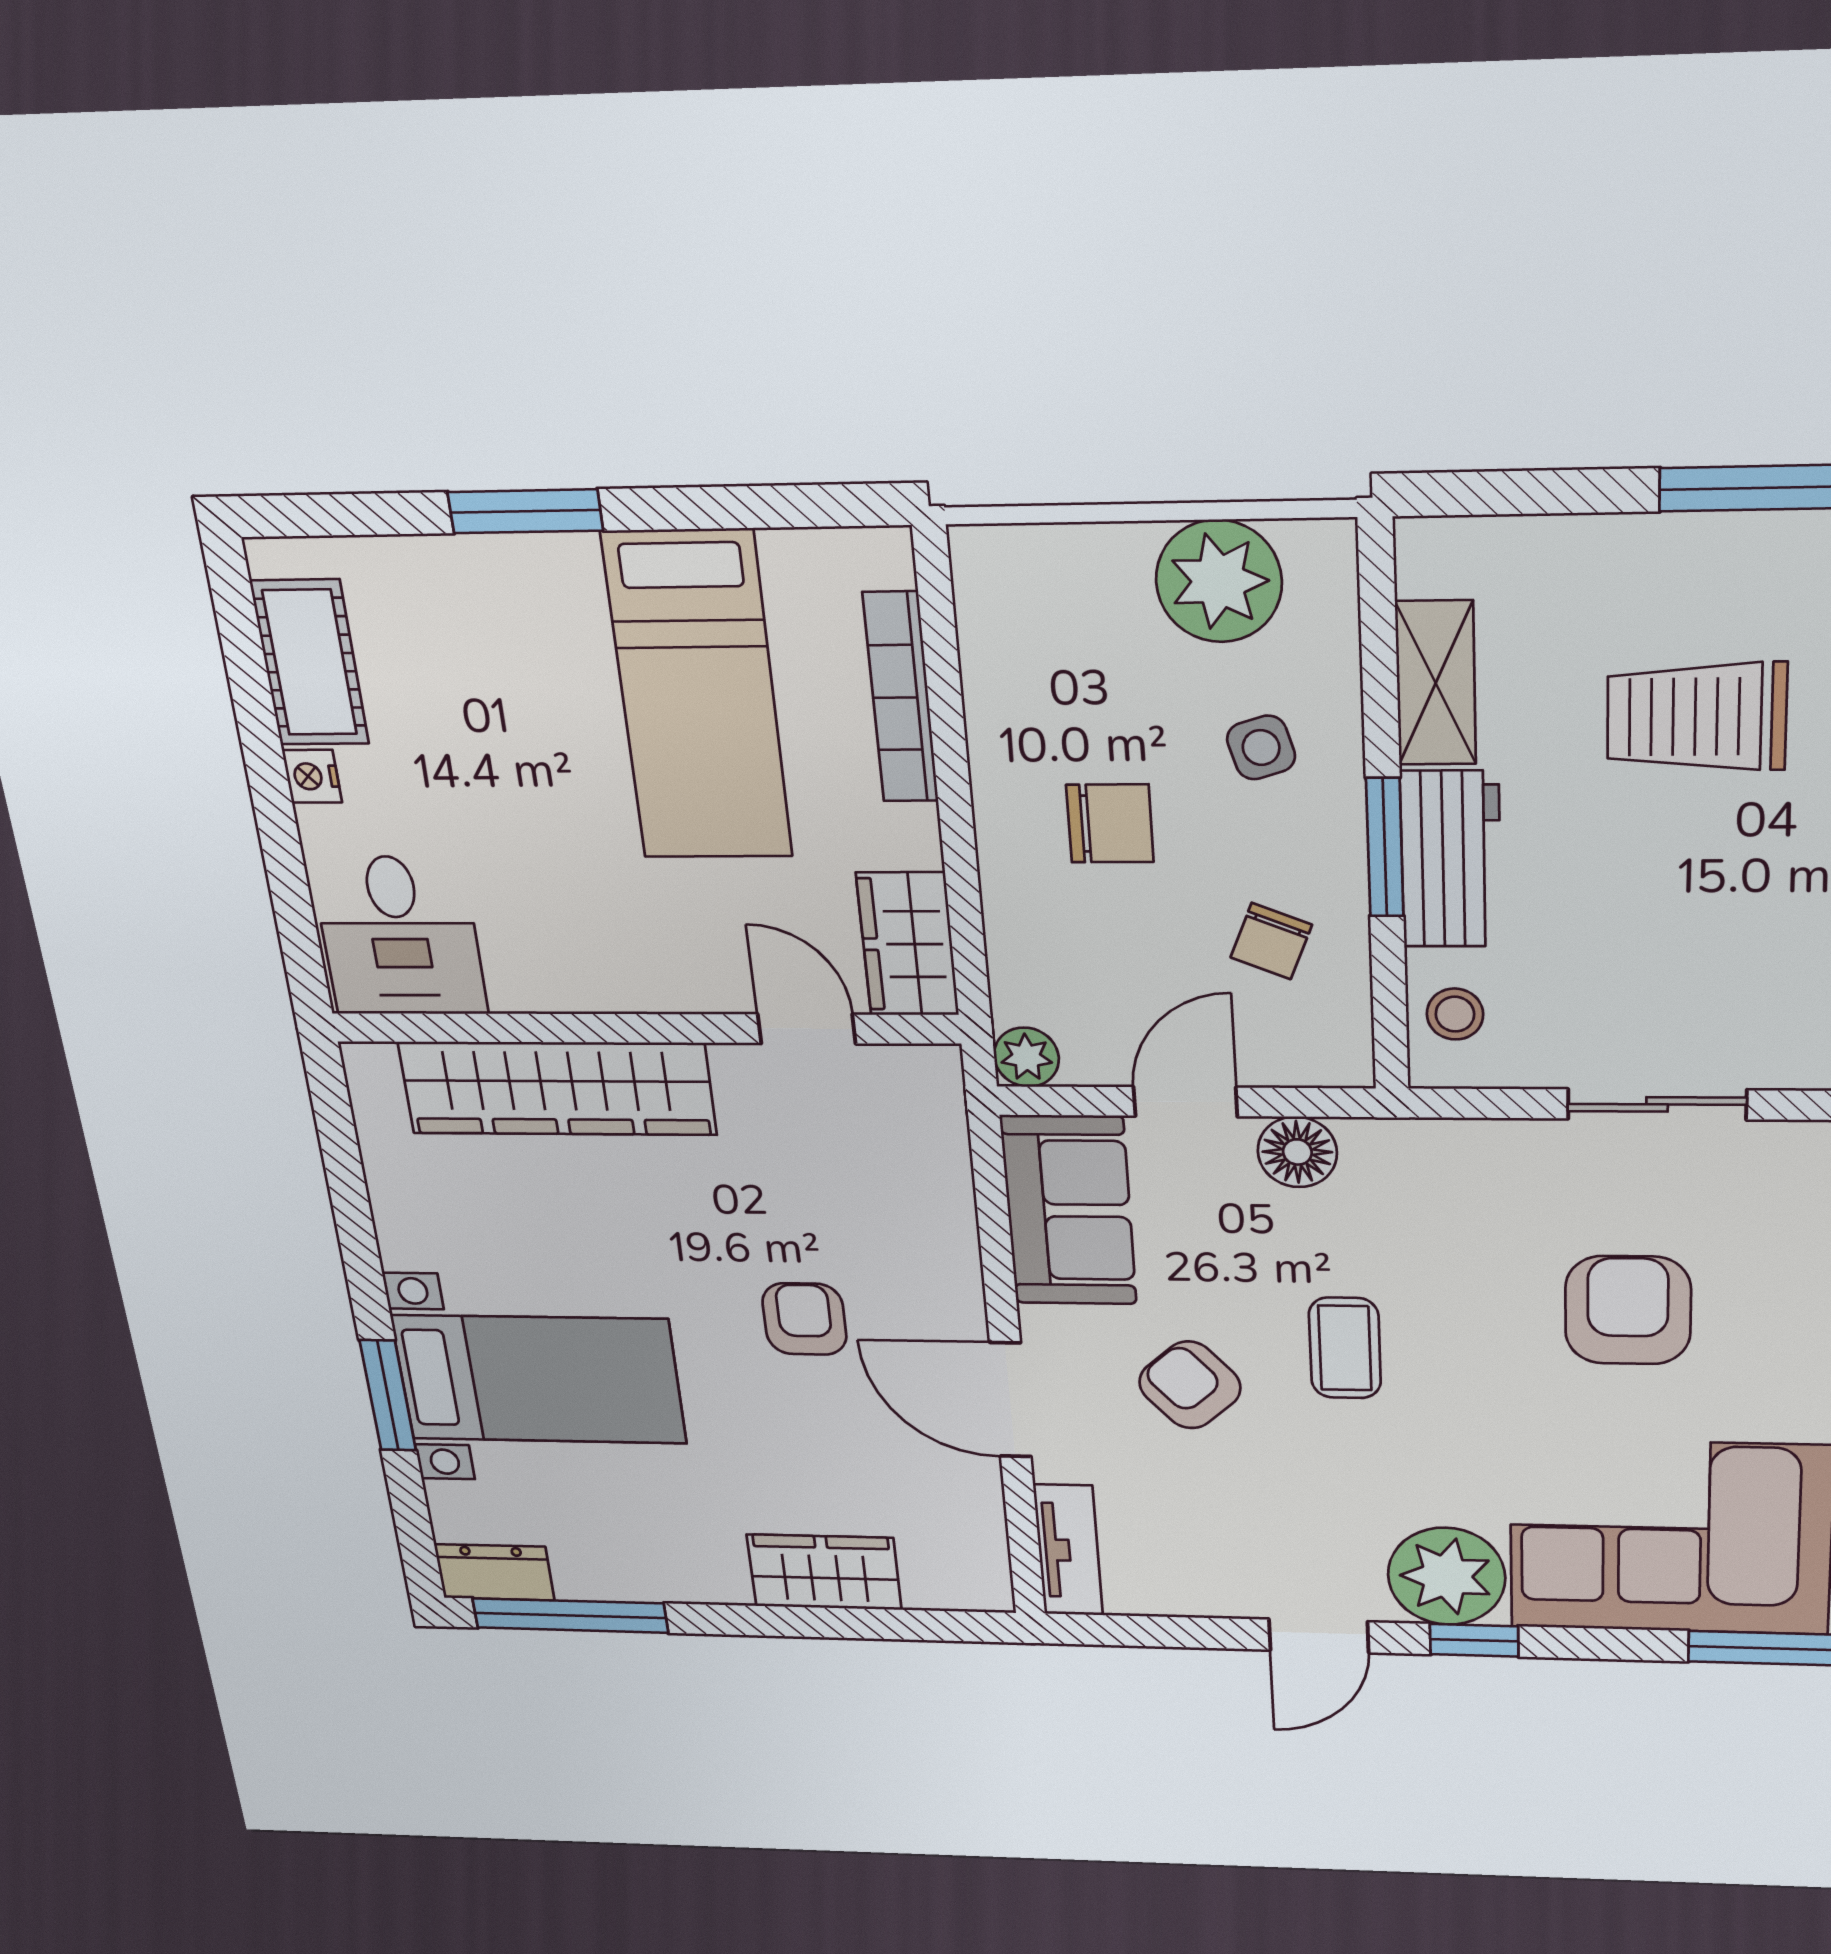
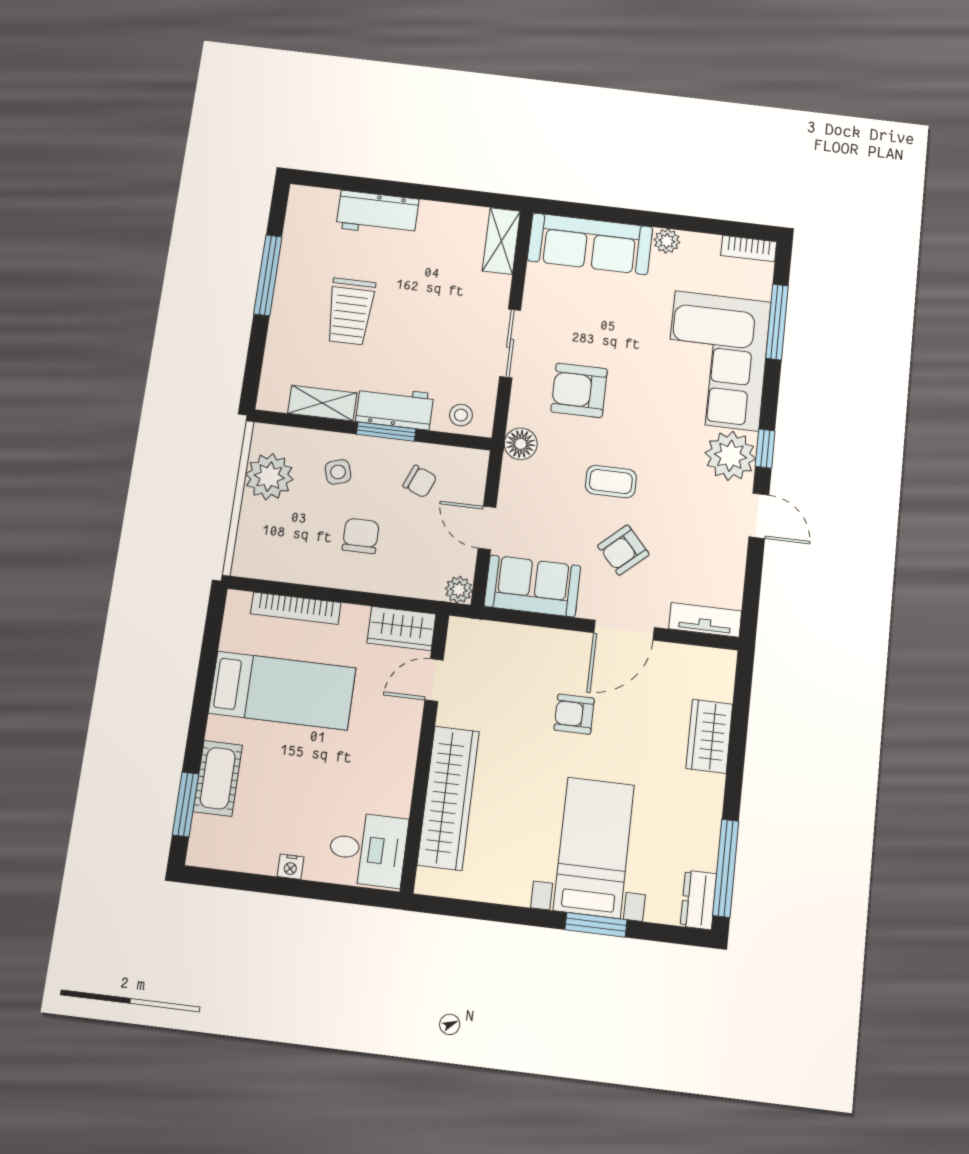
window: (525, 511) -> (185, 804), moved
cot: (310, 663) -> (218, 778), moved, turned 90
floor lamp: (1297, 1152) -> (521, 444), moved
armchair: (1628, 1310) -> (579, 390), moved

